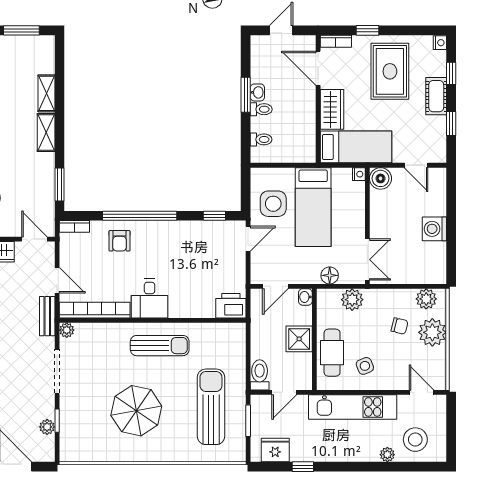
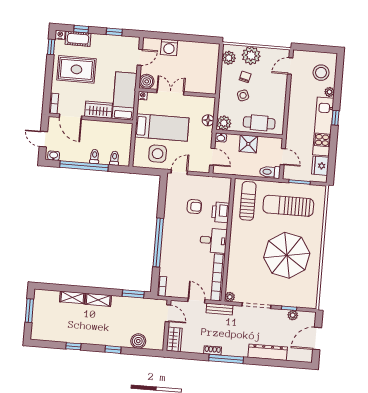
window: (368, 30) -> (51, 47), moved
door: (318, 68) -> (70, 117), hinge flipped
washbasin: (257, 92) -> (54, 156), moved
window: (246, 95) -> (84, 166), width x2.11
cot: (436, 96) -> (78, 39), moved
window: (214, 216) -> (162, 193), removed
washing machine: (434, 229) -> (169, 47), moved
door: (34, 239) -> (168, 313), swing flipped
door: (248, 239) -> (179, 172), hinge flipped
armchair: (120, 241) -> (194, 207), moved
double door: (367, 260) -> (170, 92), moved
door: (57, 280) -> (196, 301), hinge flipped
plant: (352, 300) -> (224, 123), moved
printer: (231, 306) -> (221, 212), moved
sun lounger: (160, 346) -> (248, 201), moved
side table: (365, 366) -> (243, 95), moved
kitchen unit: (353, 407) -> (323, 127), moved, turned 180
parasol: (136, 411) -> (287, 255), width x1.36, depth x1.36
window: (303, 467) -> (335, 118), moved

